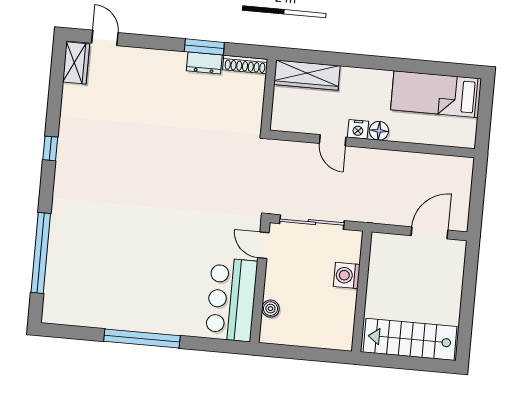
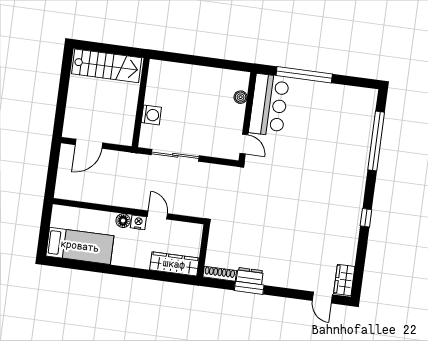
door: (263, 245) -> (244, 144), moved
wall: (260, 282) -> (247, 117), moved
bar counter: (232, 300) -> (269, 105), moved
boiler: (270, 309) -> (241, 97), moved

